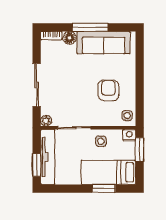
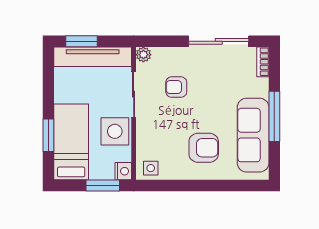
floor lamp: (70, 38) -> (260, 87), removed
sliding door: (37, 85) -> (219, 41), moved
armchair: (108, 90) -> (204, 148), moved
armchair: (69, 97) -> (176, 87), added
side table: (101, 141) -> (115, 131), width x1.87, depth x1.87

